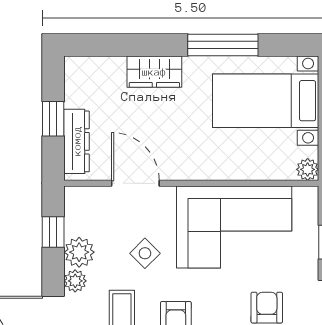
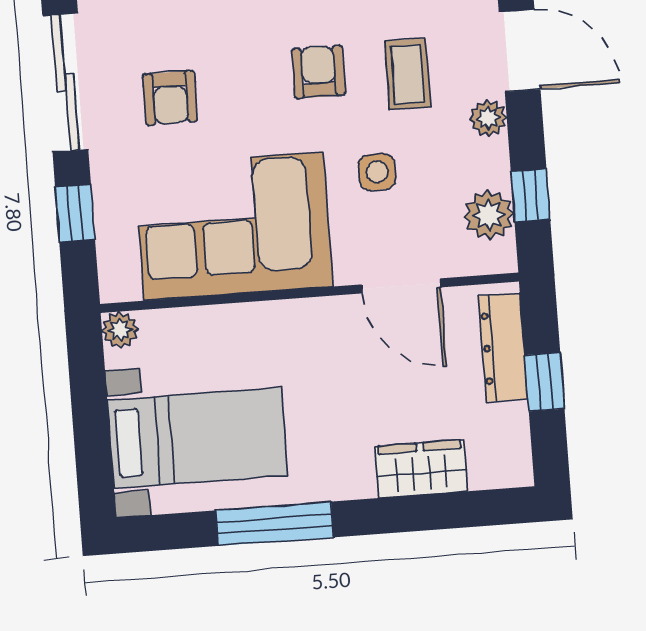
wardrobe: (154, 72) -> (421, 469), moved
plant: (79, 252) -> (489, 215), moved
side table: (145, 253) -> (377, 172), turned 45

